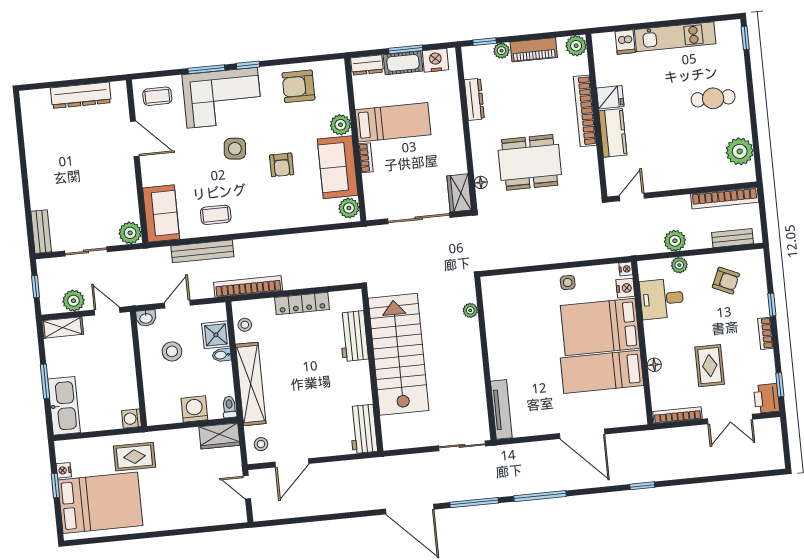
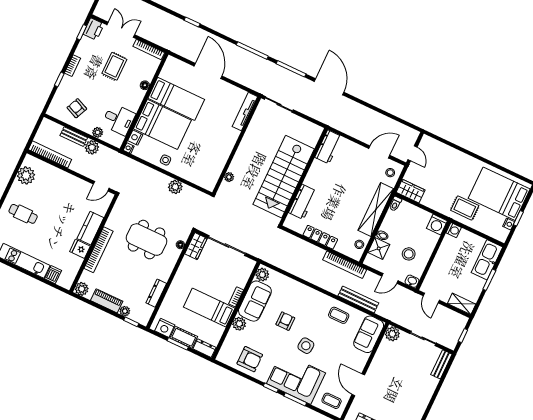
bench: (733, 238) -> (74, 137), moved
plant: (73, 301) -> (175, 187), moved
washing machine: (194, 409) -> (437, 225), moved

